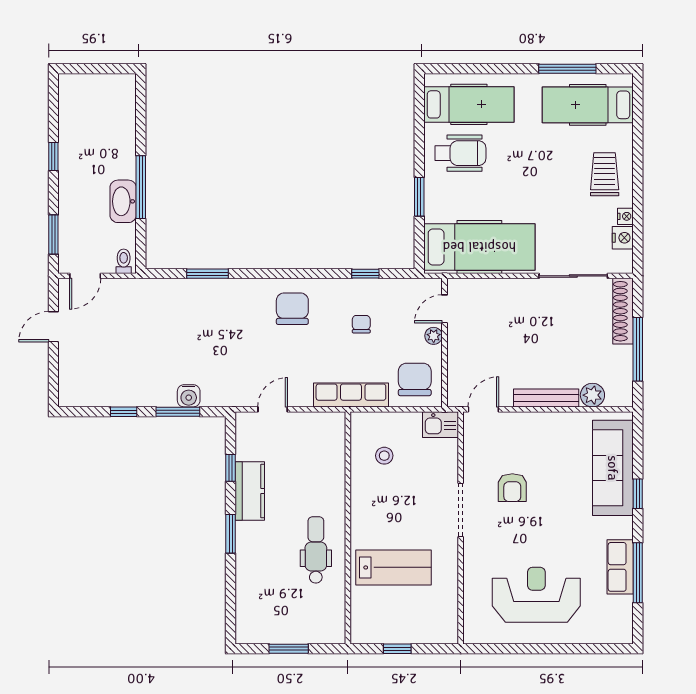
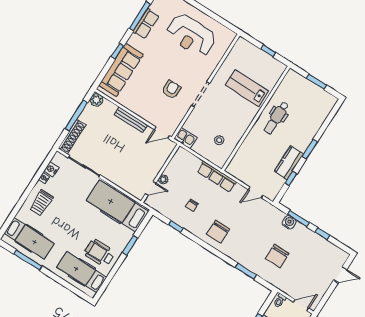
door: (53, 327) -> (340, 275), moved
chair: (415, 379) -> (277, 256), moved
plant: (592, 395) -> (97, 100), moved

